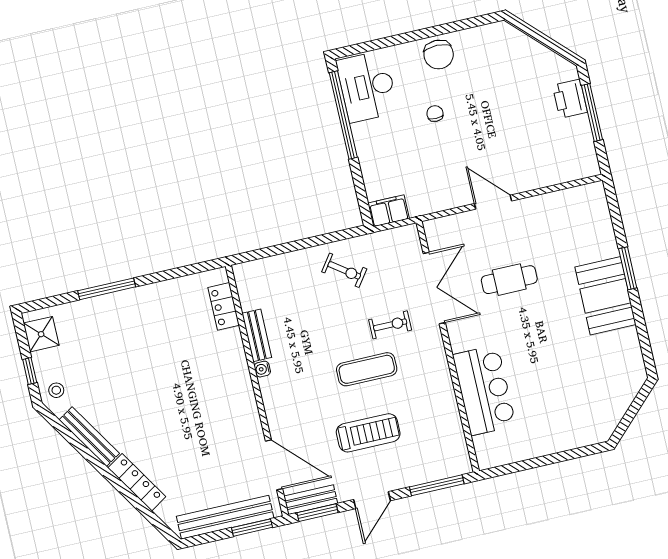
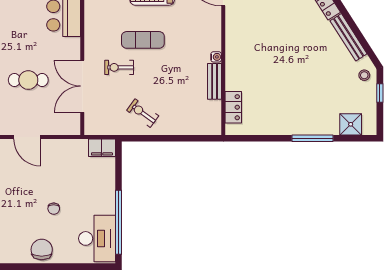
shower: (41, 334) -> (351, 124), moved

